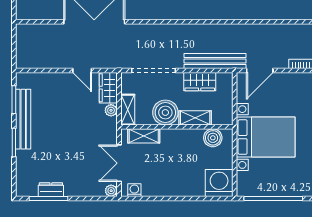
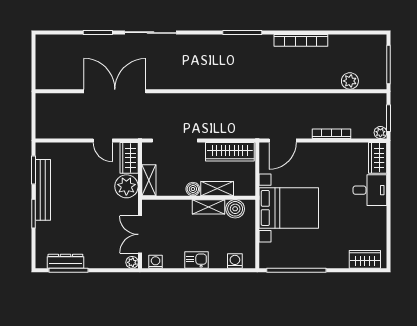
bench: (215, 61) -> (237, 131), removed
wardrobe: (200, 82) -> (230, 152), width x1.50
plant: (111, 110) -> (126, 186), width x1.88, depth x1.88
boiler: (165, 112) -> (193, 189), width x0.54, depth x0.54
shelving: (144, 136) -> (208, 207), moved
washing machine: (219, 183) -> (235, 261), width x0.53, depth x0.53
kitchen sink: (175, 188) -> (196, 260), added
dresser: (51, 190) -> (65, 261), width x1.44

